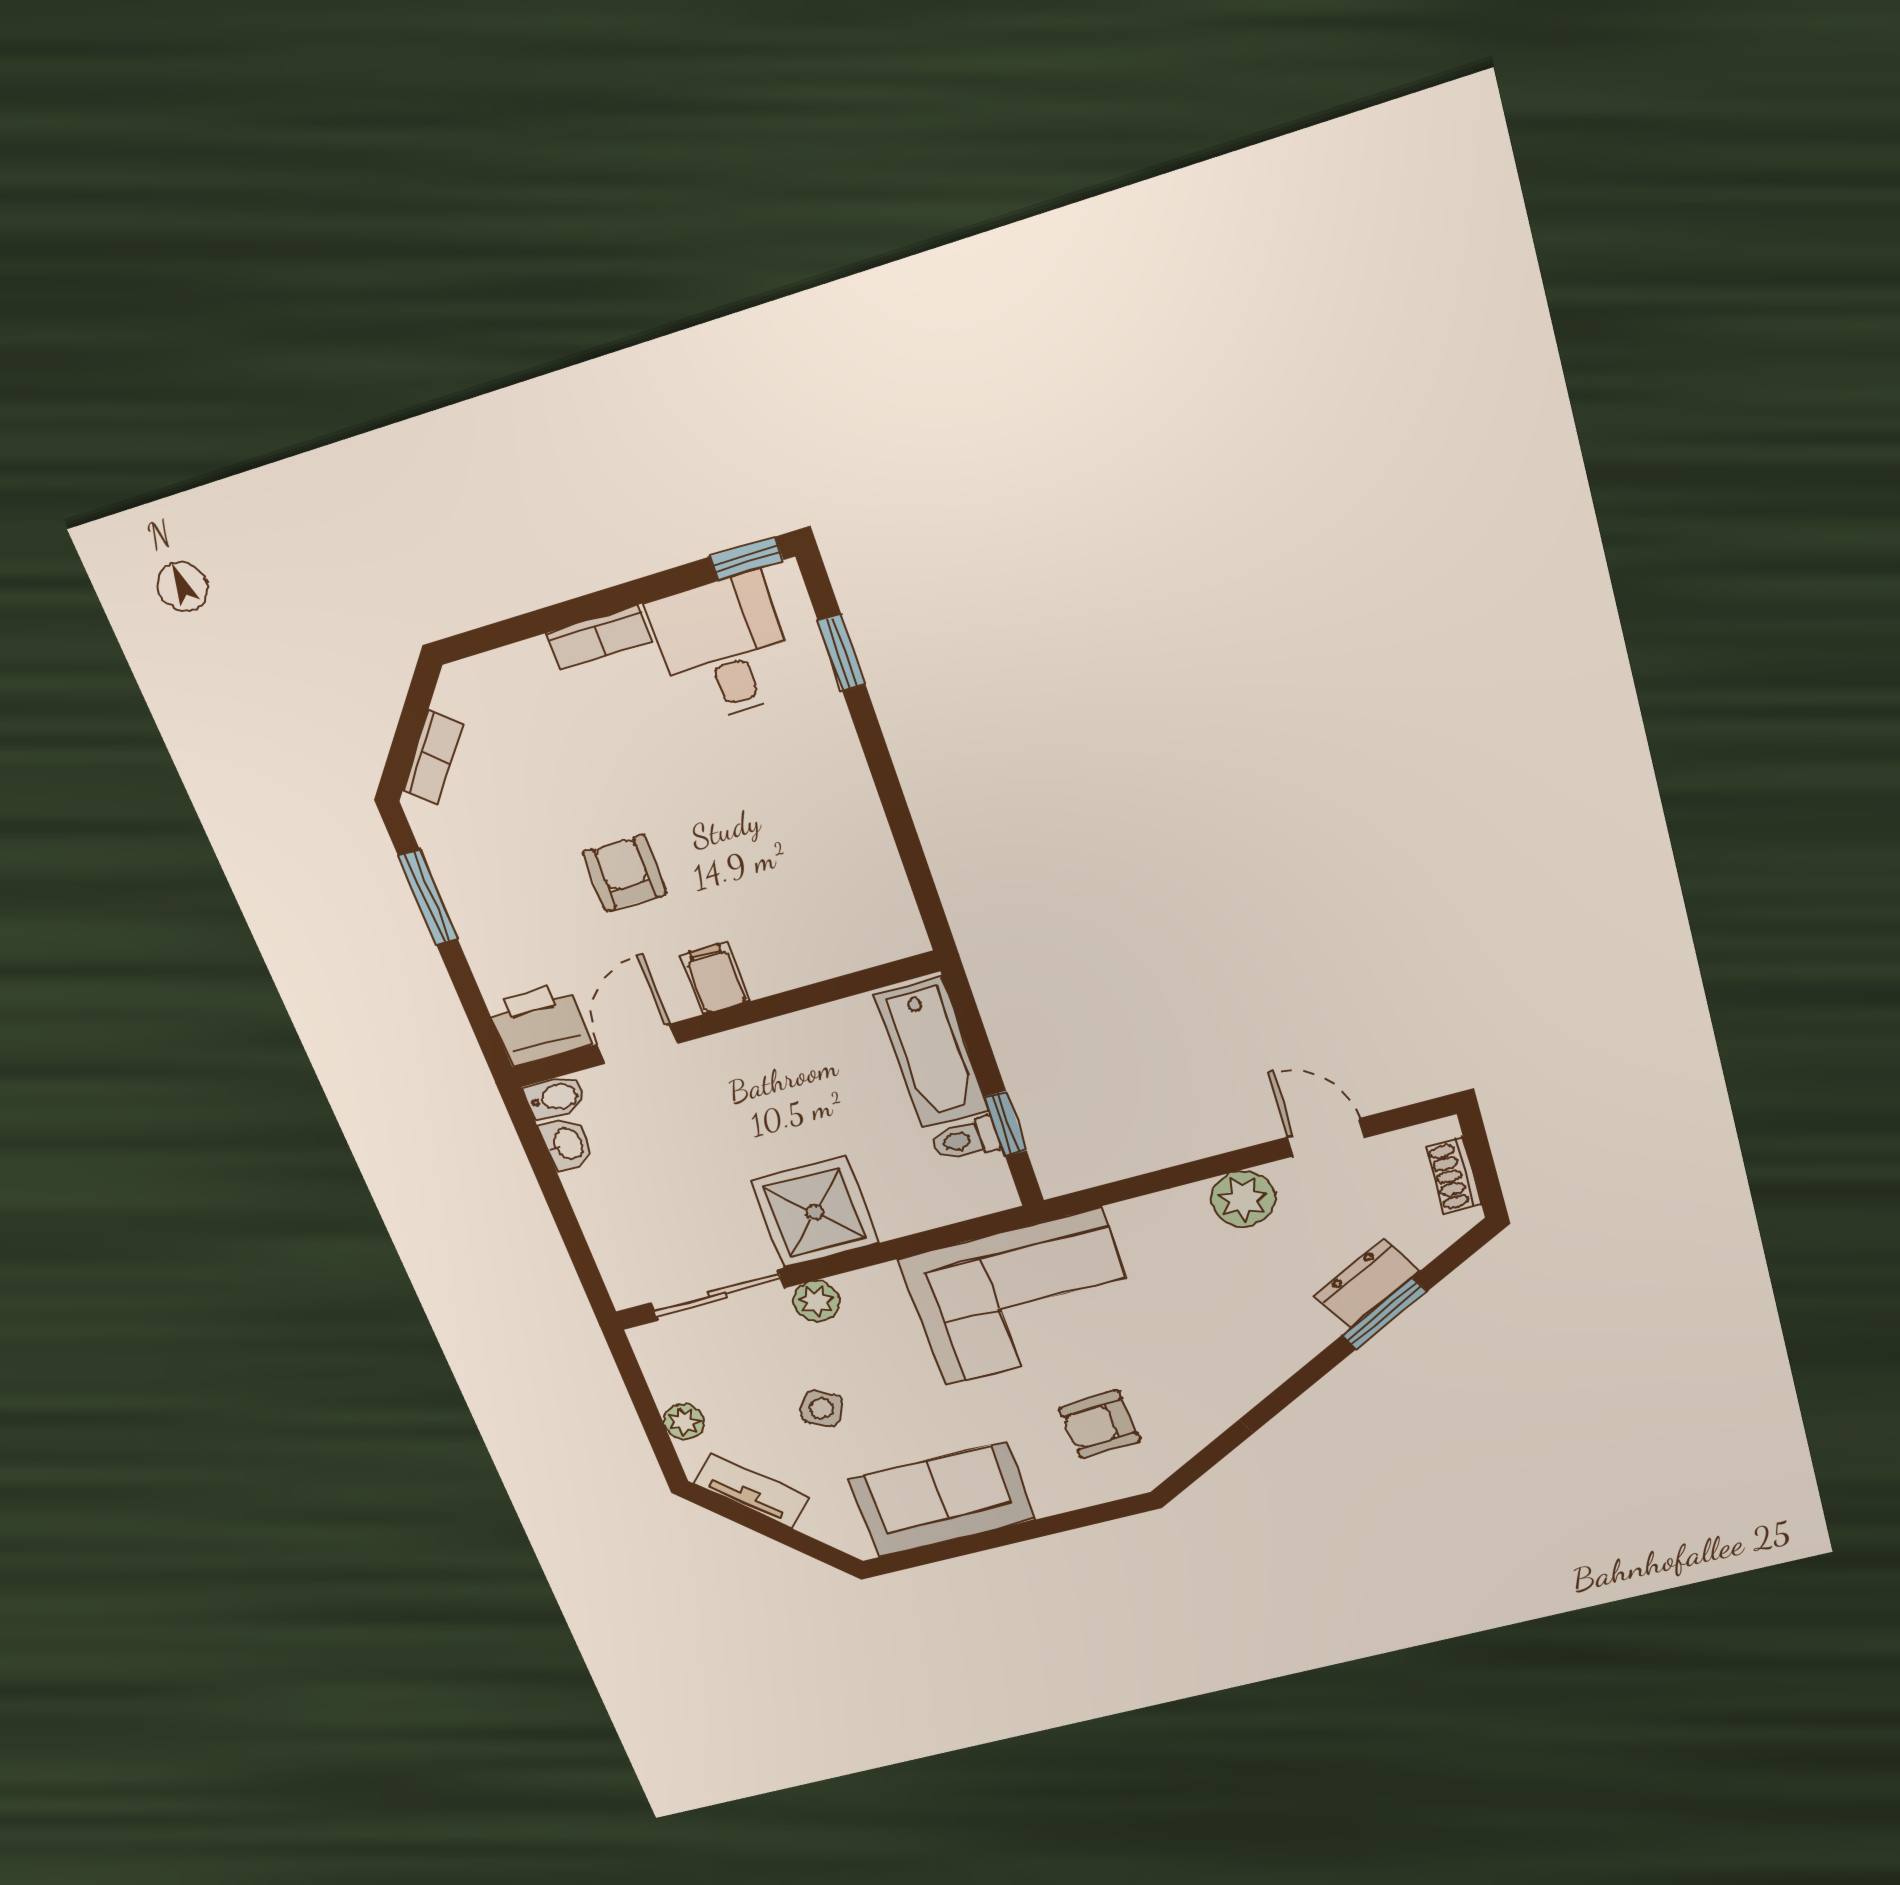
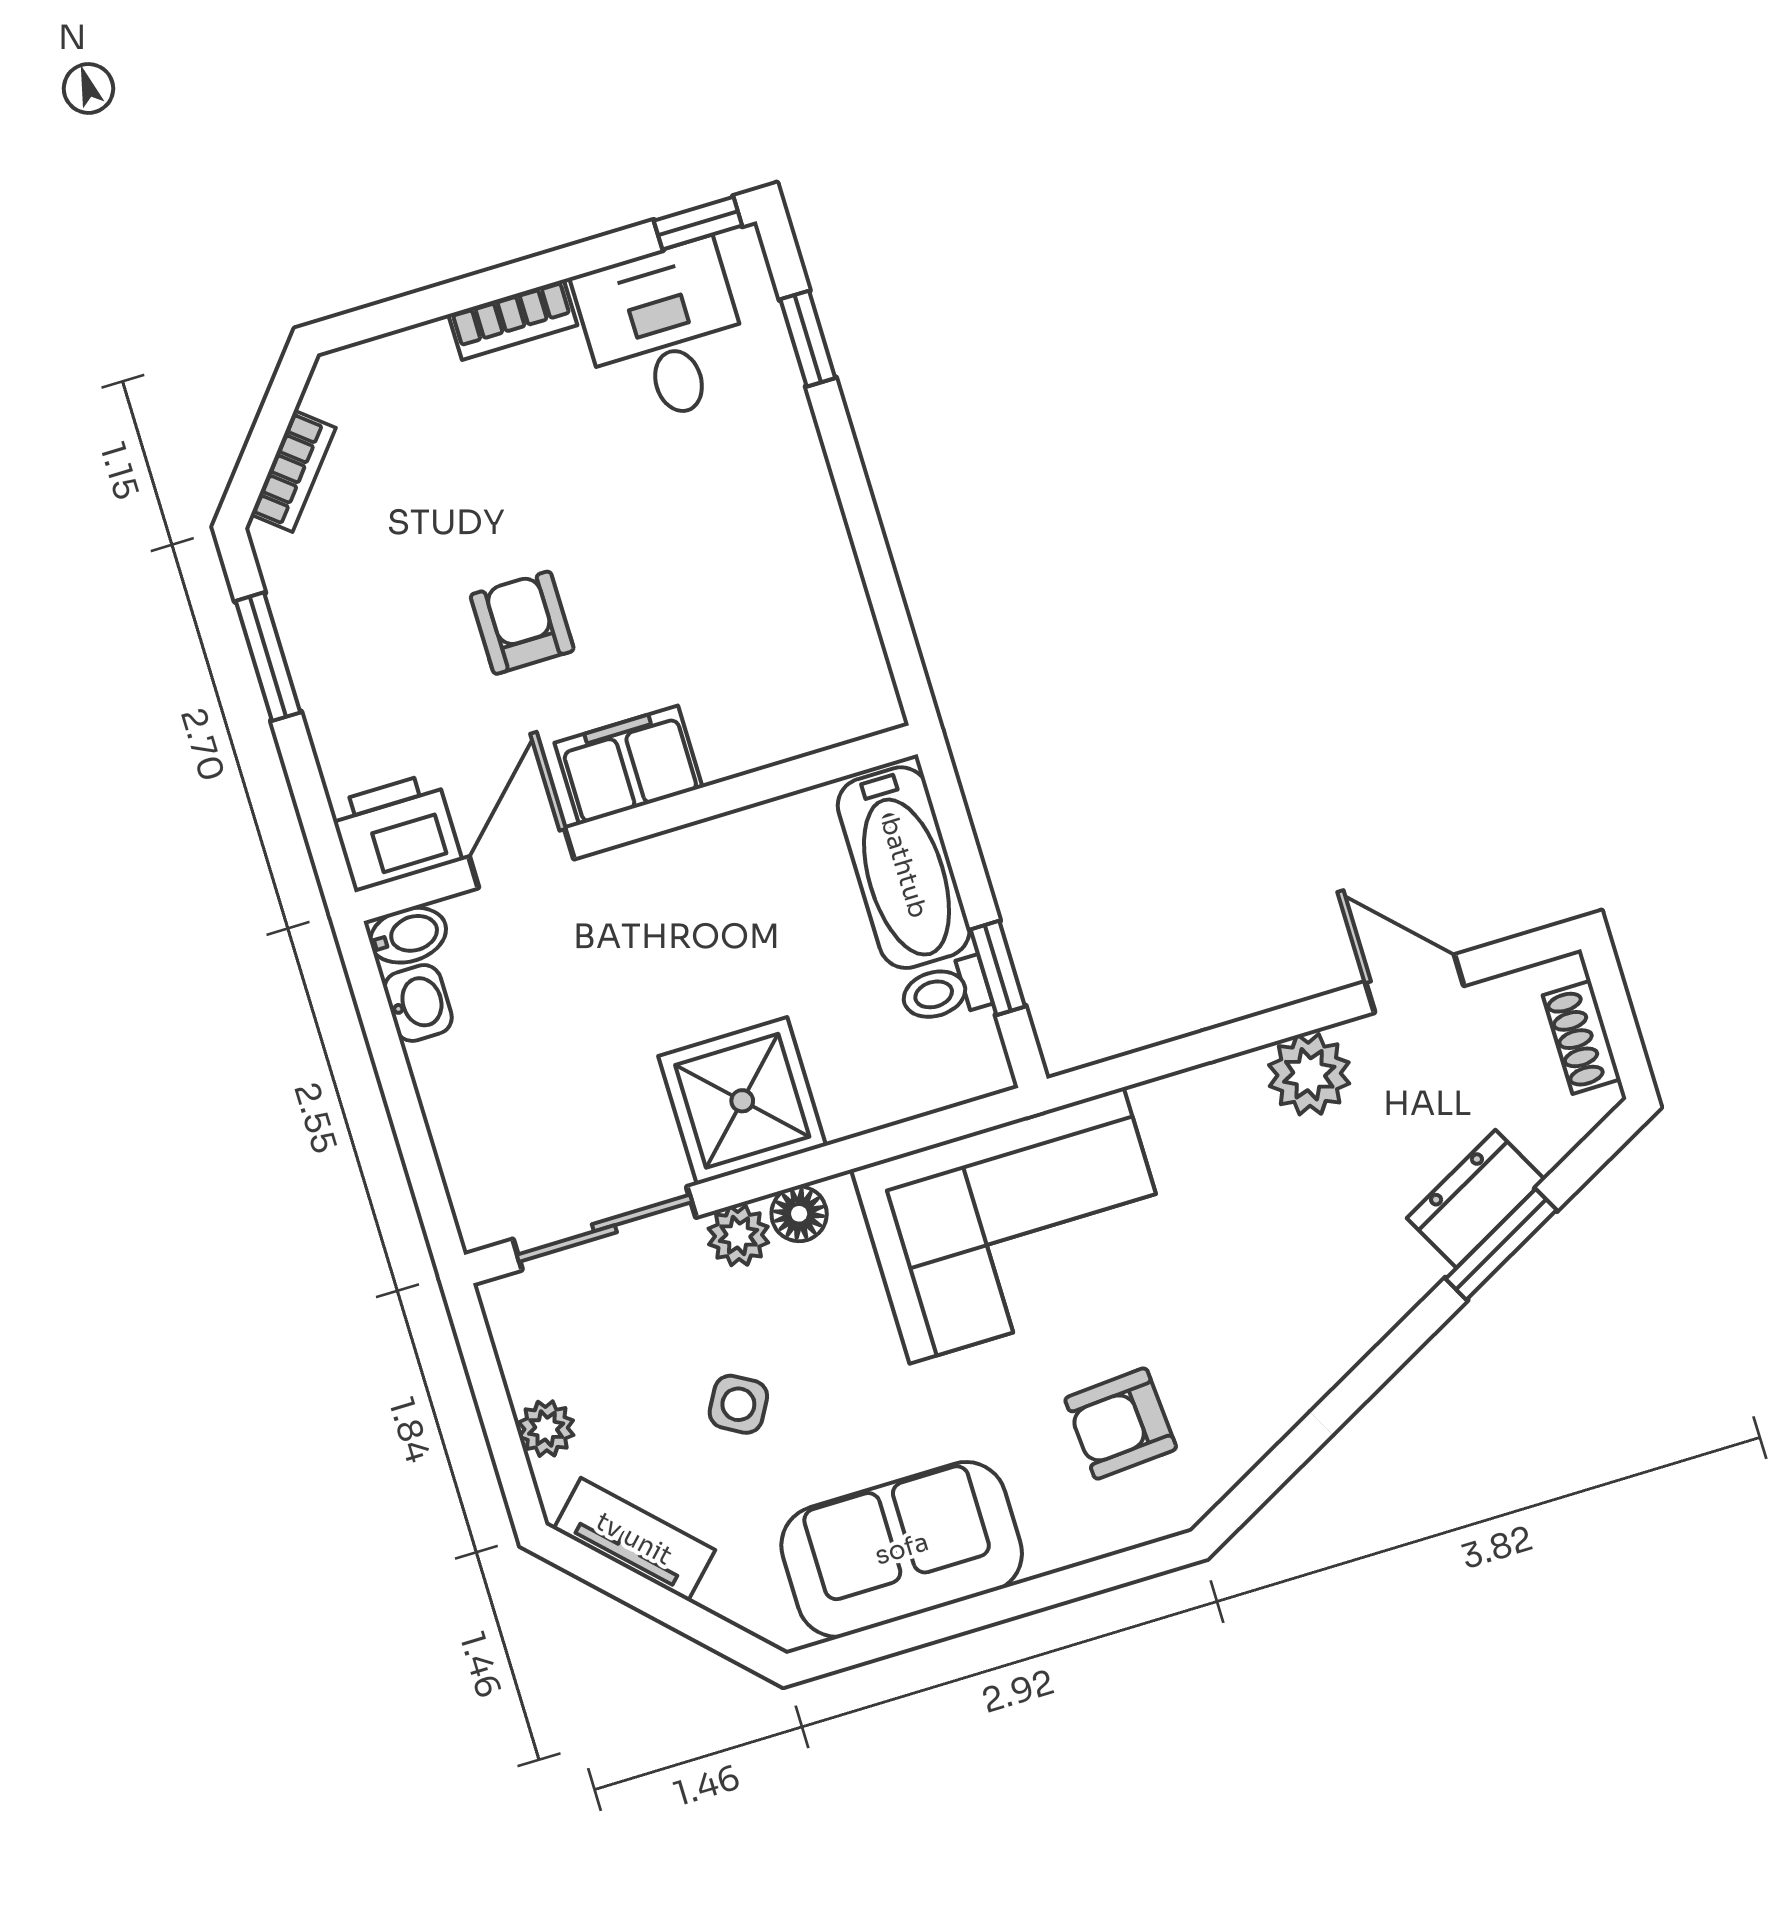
filing cabinet: (715, 978) -> (629, 765), width x2.00
floor lamp: (861, 1288) -> (799, 1214), added

